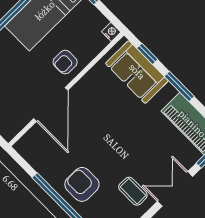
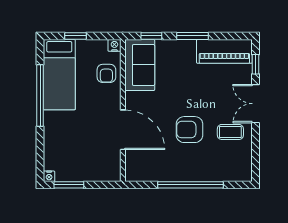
armchair: (65, 62) -> (106, 73), moved
sofa: (137, 72) -> (140, 65), moved, turned -90
armchair: (82, 184) -> (189, 130), moved

